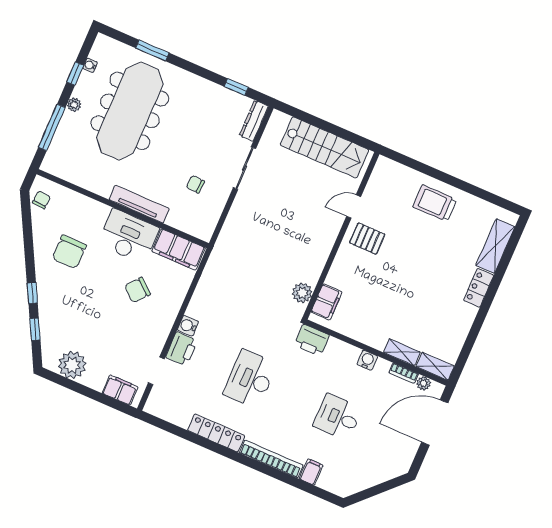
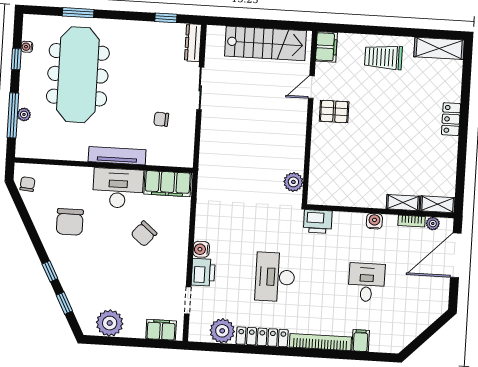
plant: (74, 105) -> (24, 114), moved
shelving: (495, 246) -> (439, 48), moved, turned 90
filing cabinet: (326, 302) -> (326, 47), moved
plant: (179, 413) -> (222, 331), added
desk: (338, 417) -> (367, 282), turned 90

